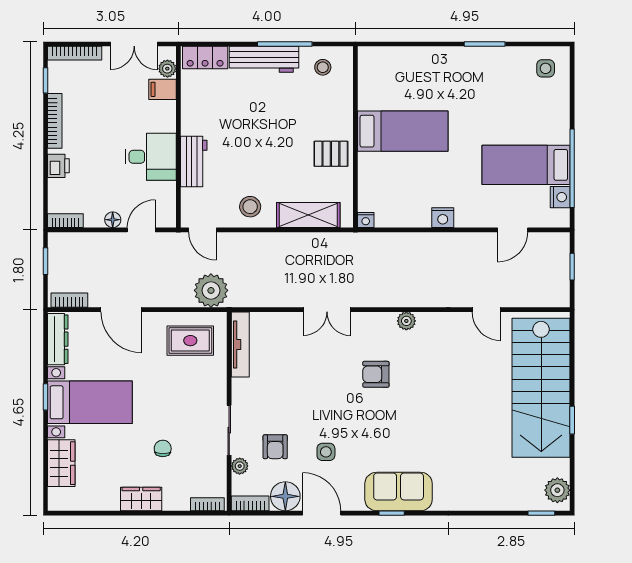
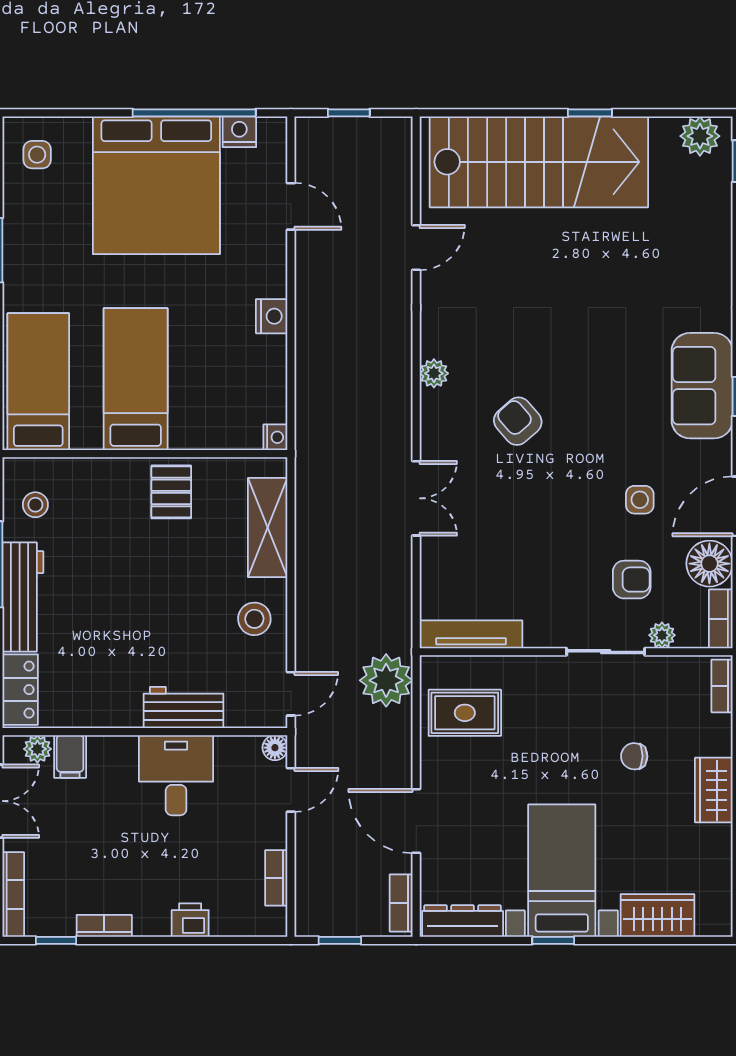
bed: (401, 69) -> (38, 382), added
bookcase: (55, 121) -> (104, 926), width x0.64
bed: (526, 165) -> (156, 185), width x2.04
floor lamp: (113, 220) -> (275, 748), moved
bookcase: (65, 221) -> (276, 878), moved
door: (141, 230) -> (291, 790), swing flipped
door: (121, 310) -> (416, 821), swing flipped
rug: (190, 341) -> (465, 713), turned 90
armchair: (376, 374) -> (518, 421), turned 139

